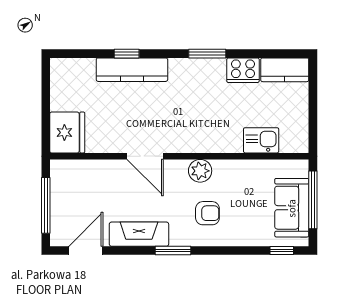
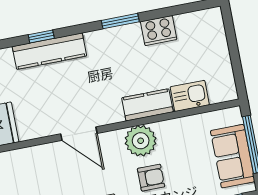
kitchen counter: (285, 70) -> (147, 105), moved, turned 180
plant: (200, 171) -> (141, 141), width x1.36, depth x1.36

